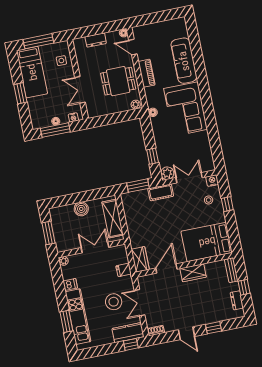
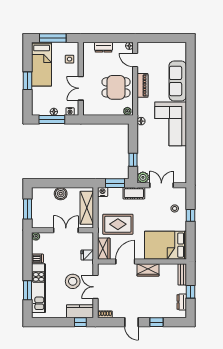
nightstand: (212, 181) -> (103, 192), moved
rug: (150, 230) -> (118, 224), added

